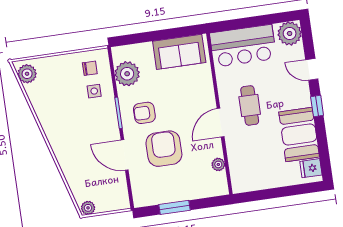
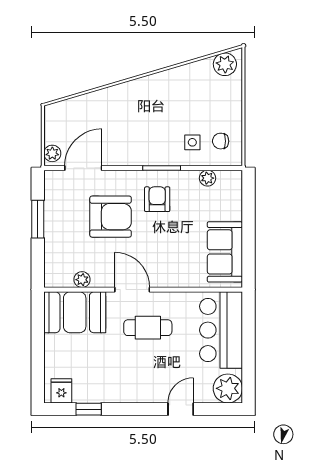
chair: (90, 68) -> (221, 141), turned 90
plant: (127, 74) -> (208, 178), width x0.53, depth x0.53
window: (317, 106) -> (89, 409), moved
booth: (299, 135) -> (75, 312), moved
door: (125, 155) -> (83, 168), moved
plant: (88, 208) -> (52, 153), moved

